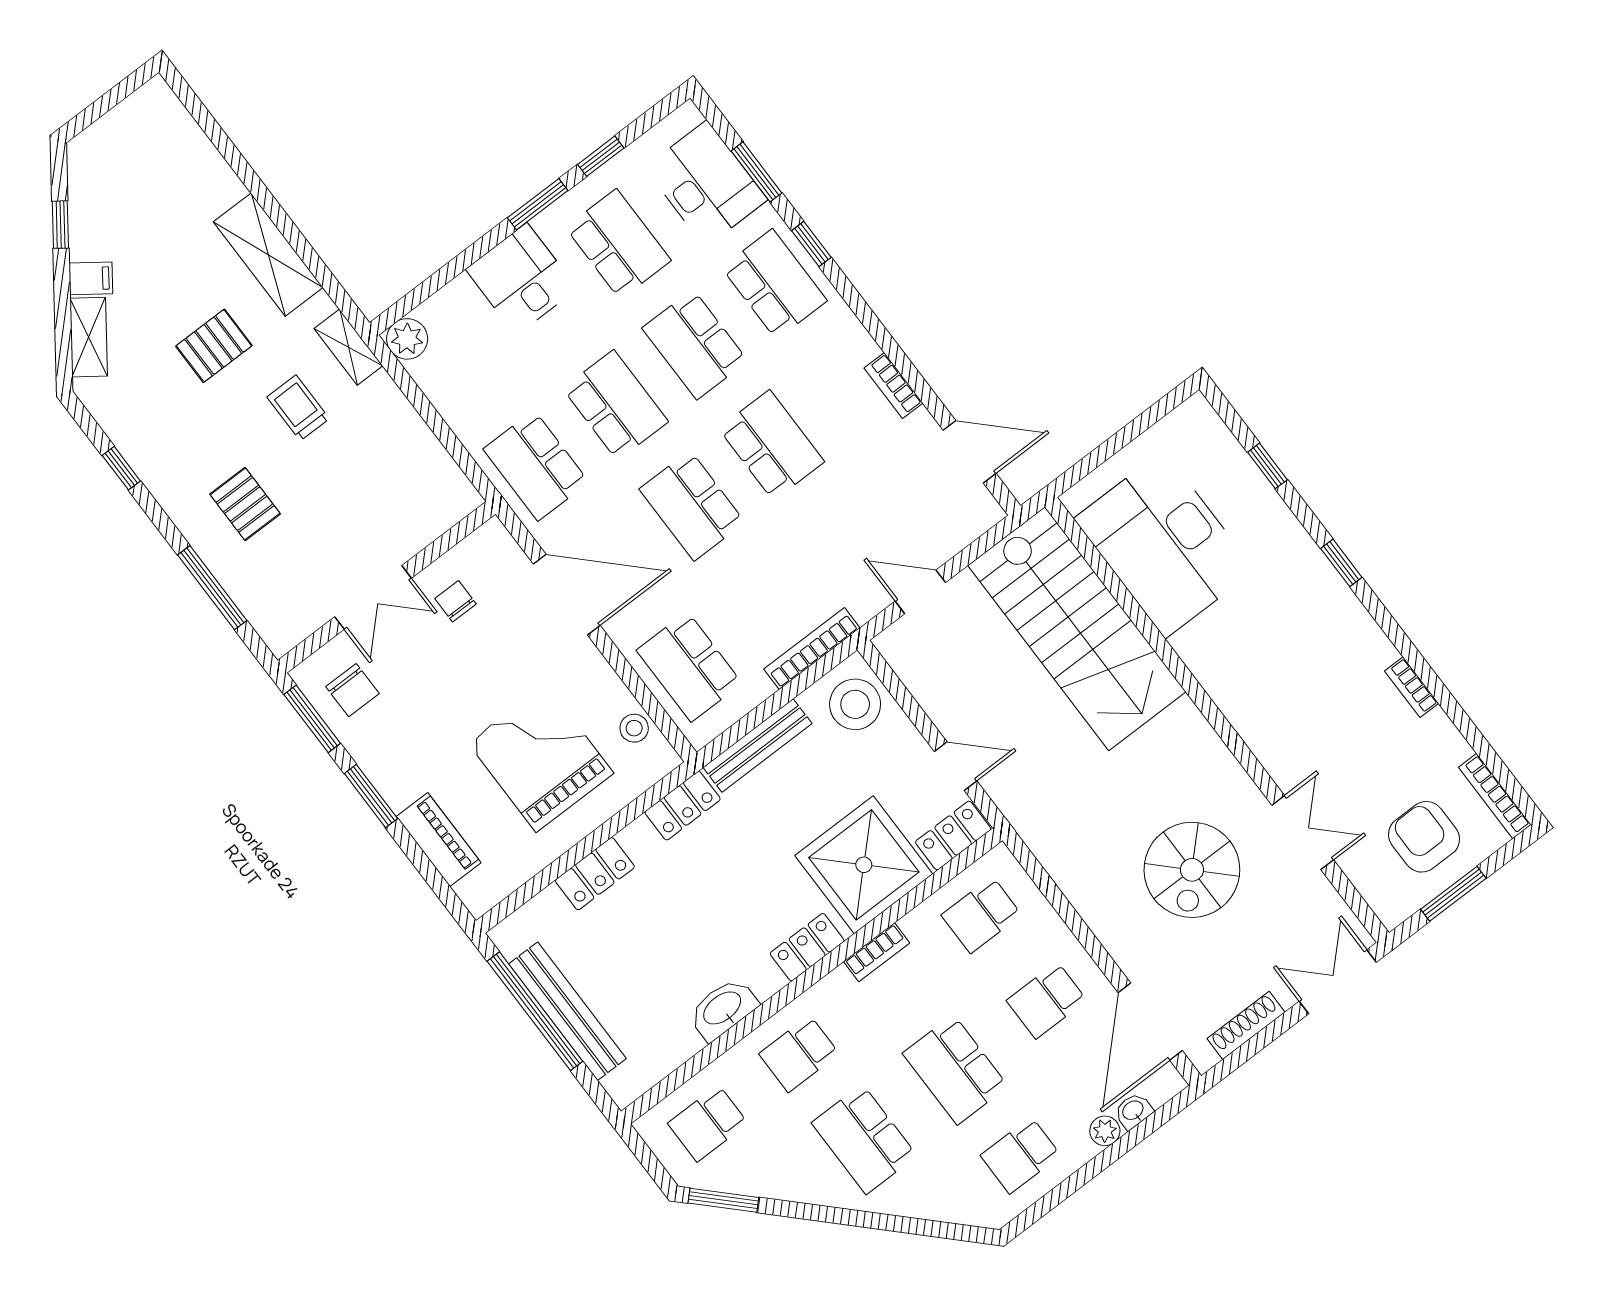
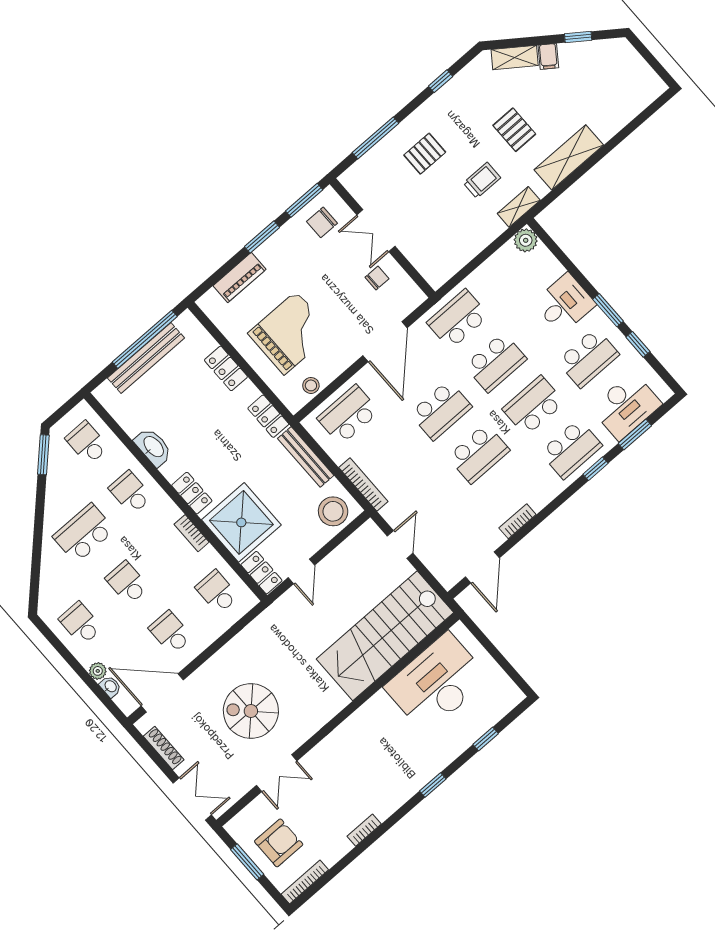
school desk: (692, 506) -> (441, 410), turned 180
school desk: (955, 1070) -> (127, 583), width x0.54

